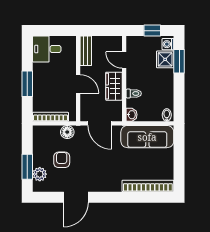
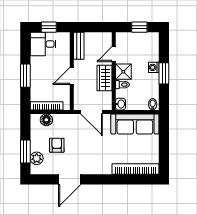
window: (53, 31) -> (49, 27), added
washing machine: (168, 44) -> (154, 67), moved
shower: (165, 59) -> (123, 72), moved
door: (124, 60) -> (114, 54), hinge flipped
window: (179, 61) -> (164, 73), moved
door: (78, 84) -> (72, 76), swing flipped
floor lamp: (67, 132) -> (46, 120), moved

